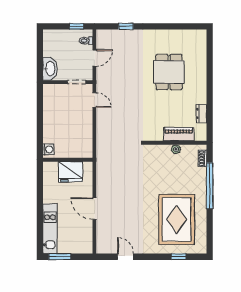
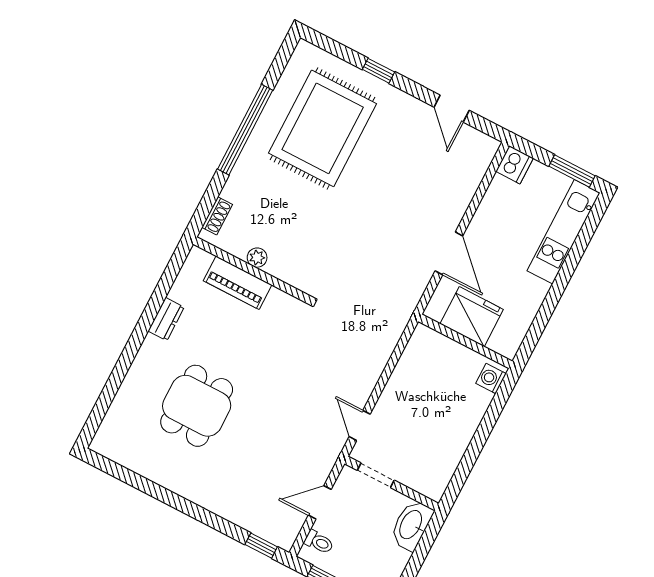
window: (126, 26) -> (261, 546), moved
dresser: (201, 113) -> (166, 319), moved
window: (210, 186) -> (245, 130), moved
door: (94, 209) -> (449, 253), moved
dishwasher: (86, 247) -> (515, 165), added
window: (179, 257) -> (378, 71), moved

